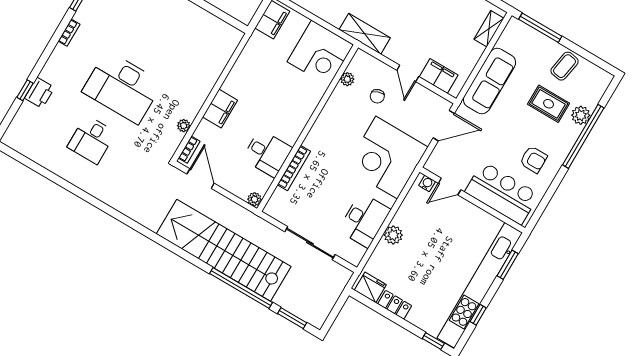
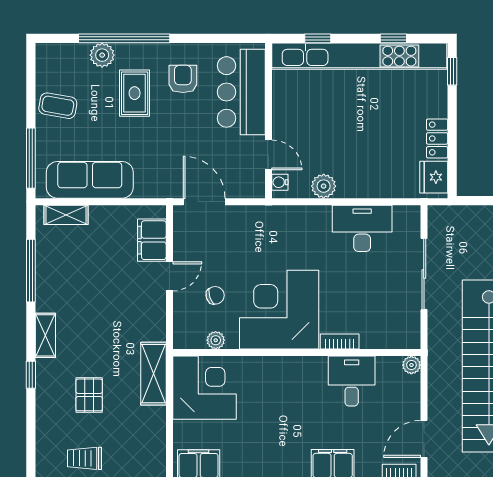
shelving: (365, 34) -> (153, 374), moved
sofa: (490, 81) -> (90, 180), moved
rug: (549, 104) -> (135, 93), moved
corner desk: (387, 158) -> (279, 310), moved, turned 180
bookcase: (294, 168) -> (340, 342), width x0.64
plant: (393, 235) -> (324, 186), moved
window: (508, 265) -> (318, 38), width x0.67

